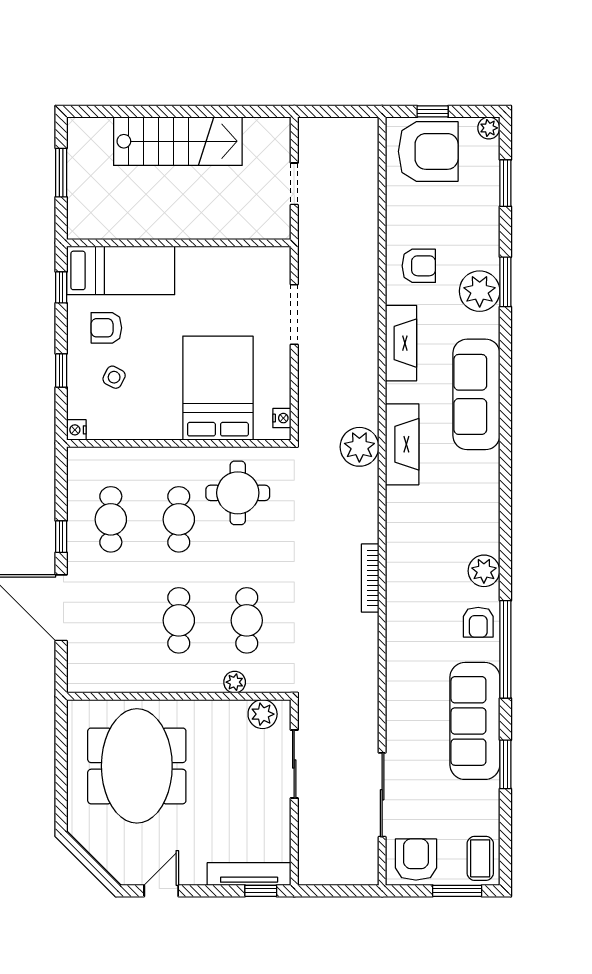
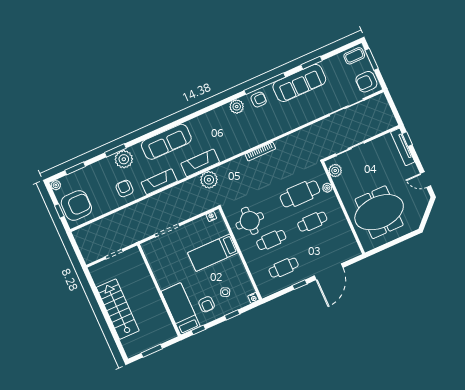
armchair: (428, 151) -> (76, 205), turned 90
bed: (218, 388) -> (213, 253), width x0.67
cafe table: (247, 620) -> (300, 194), width x1.37, depth x1.35

